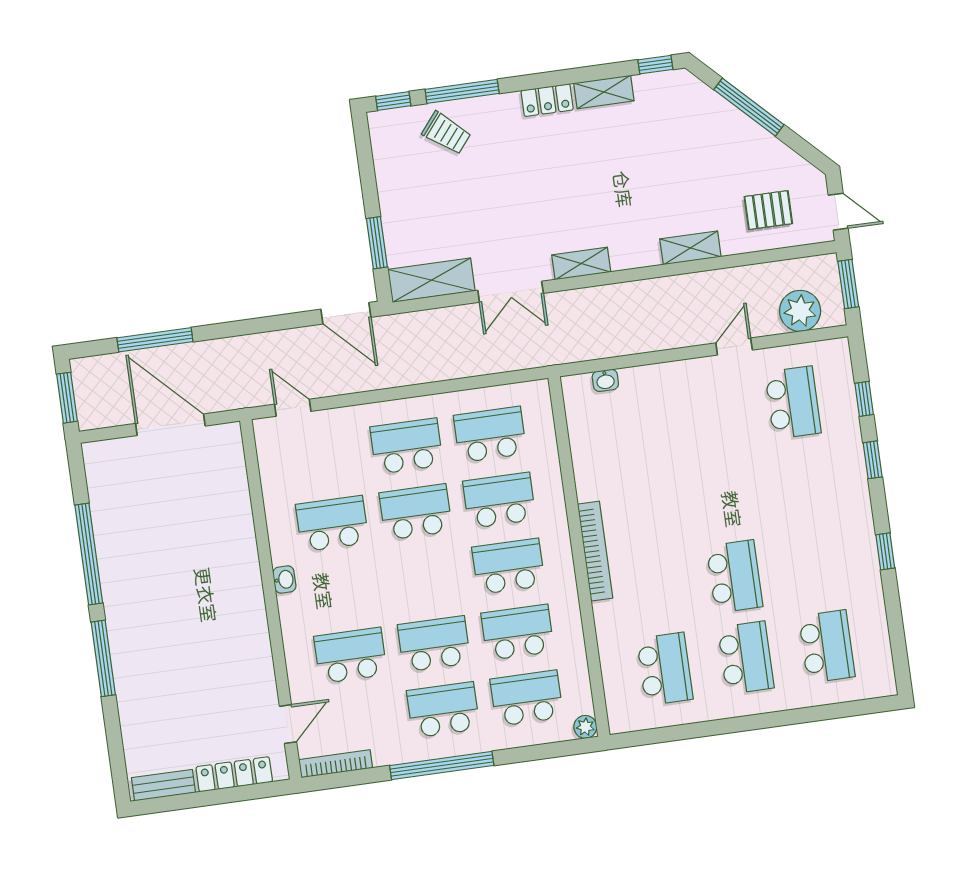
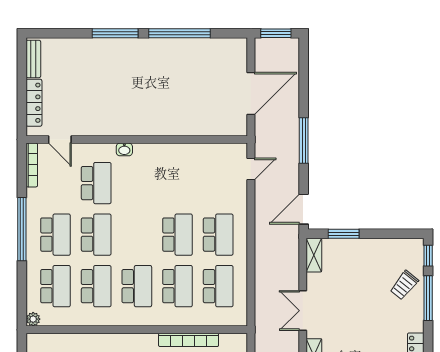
shelving: (431, 280) -> (314, 255), width x0.67, depth x0.75
window: (155, 340) -> (304, 141), moved
school desk: (332, 524) -> (177, 183), removed
bookcase: (595, 551) -> (189, 340), moved
washbasin: (284, 580) -> (124, 149), moved

